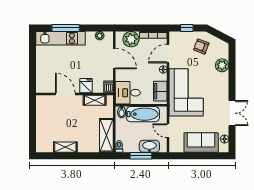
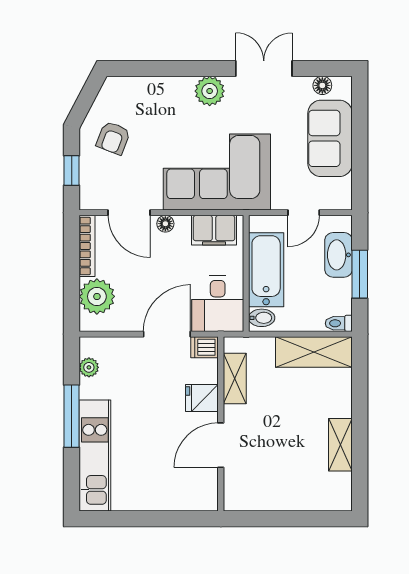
window: (66, 28) -> (72, 416), moved
door: (114, 58) -> (167, 334), moved
plant: (222, 65) -> (210, 91), moved

